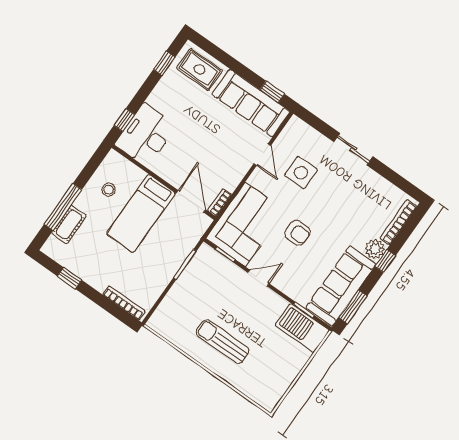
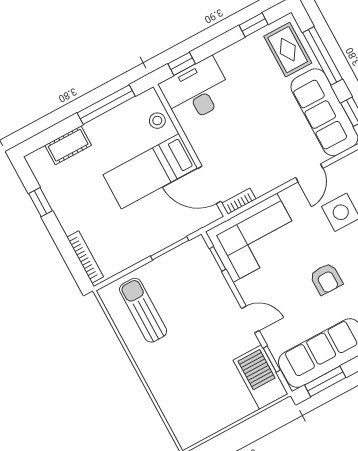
window: (228, 61) -> (322, 56), added
stool: (109, 190) -> (157, 121), moved
door: (191, 201) -> (209, 185), swing flipped
window: (63, 207) -> (106, 105), moved
armchair: (298, 233) -> (326, 279), moved
door: (258, 278) -> (250, 320), moved
sun lounger: (223, 342) -> (143, 310), moved

